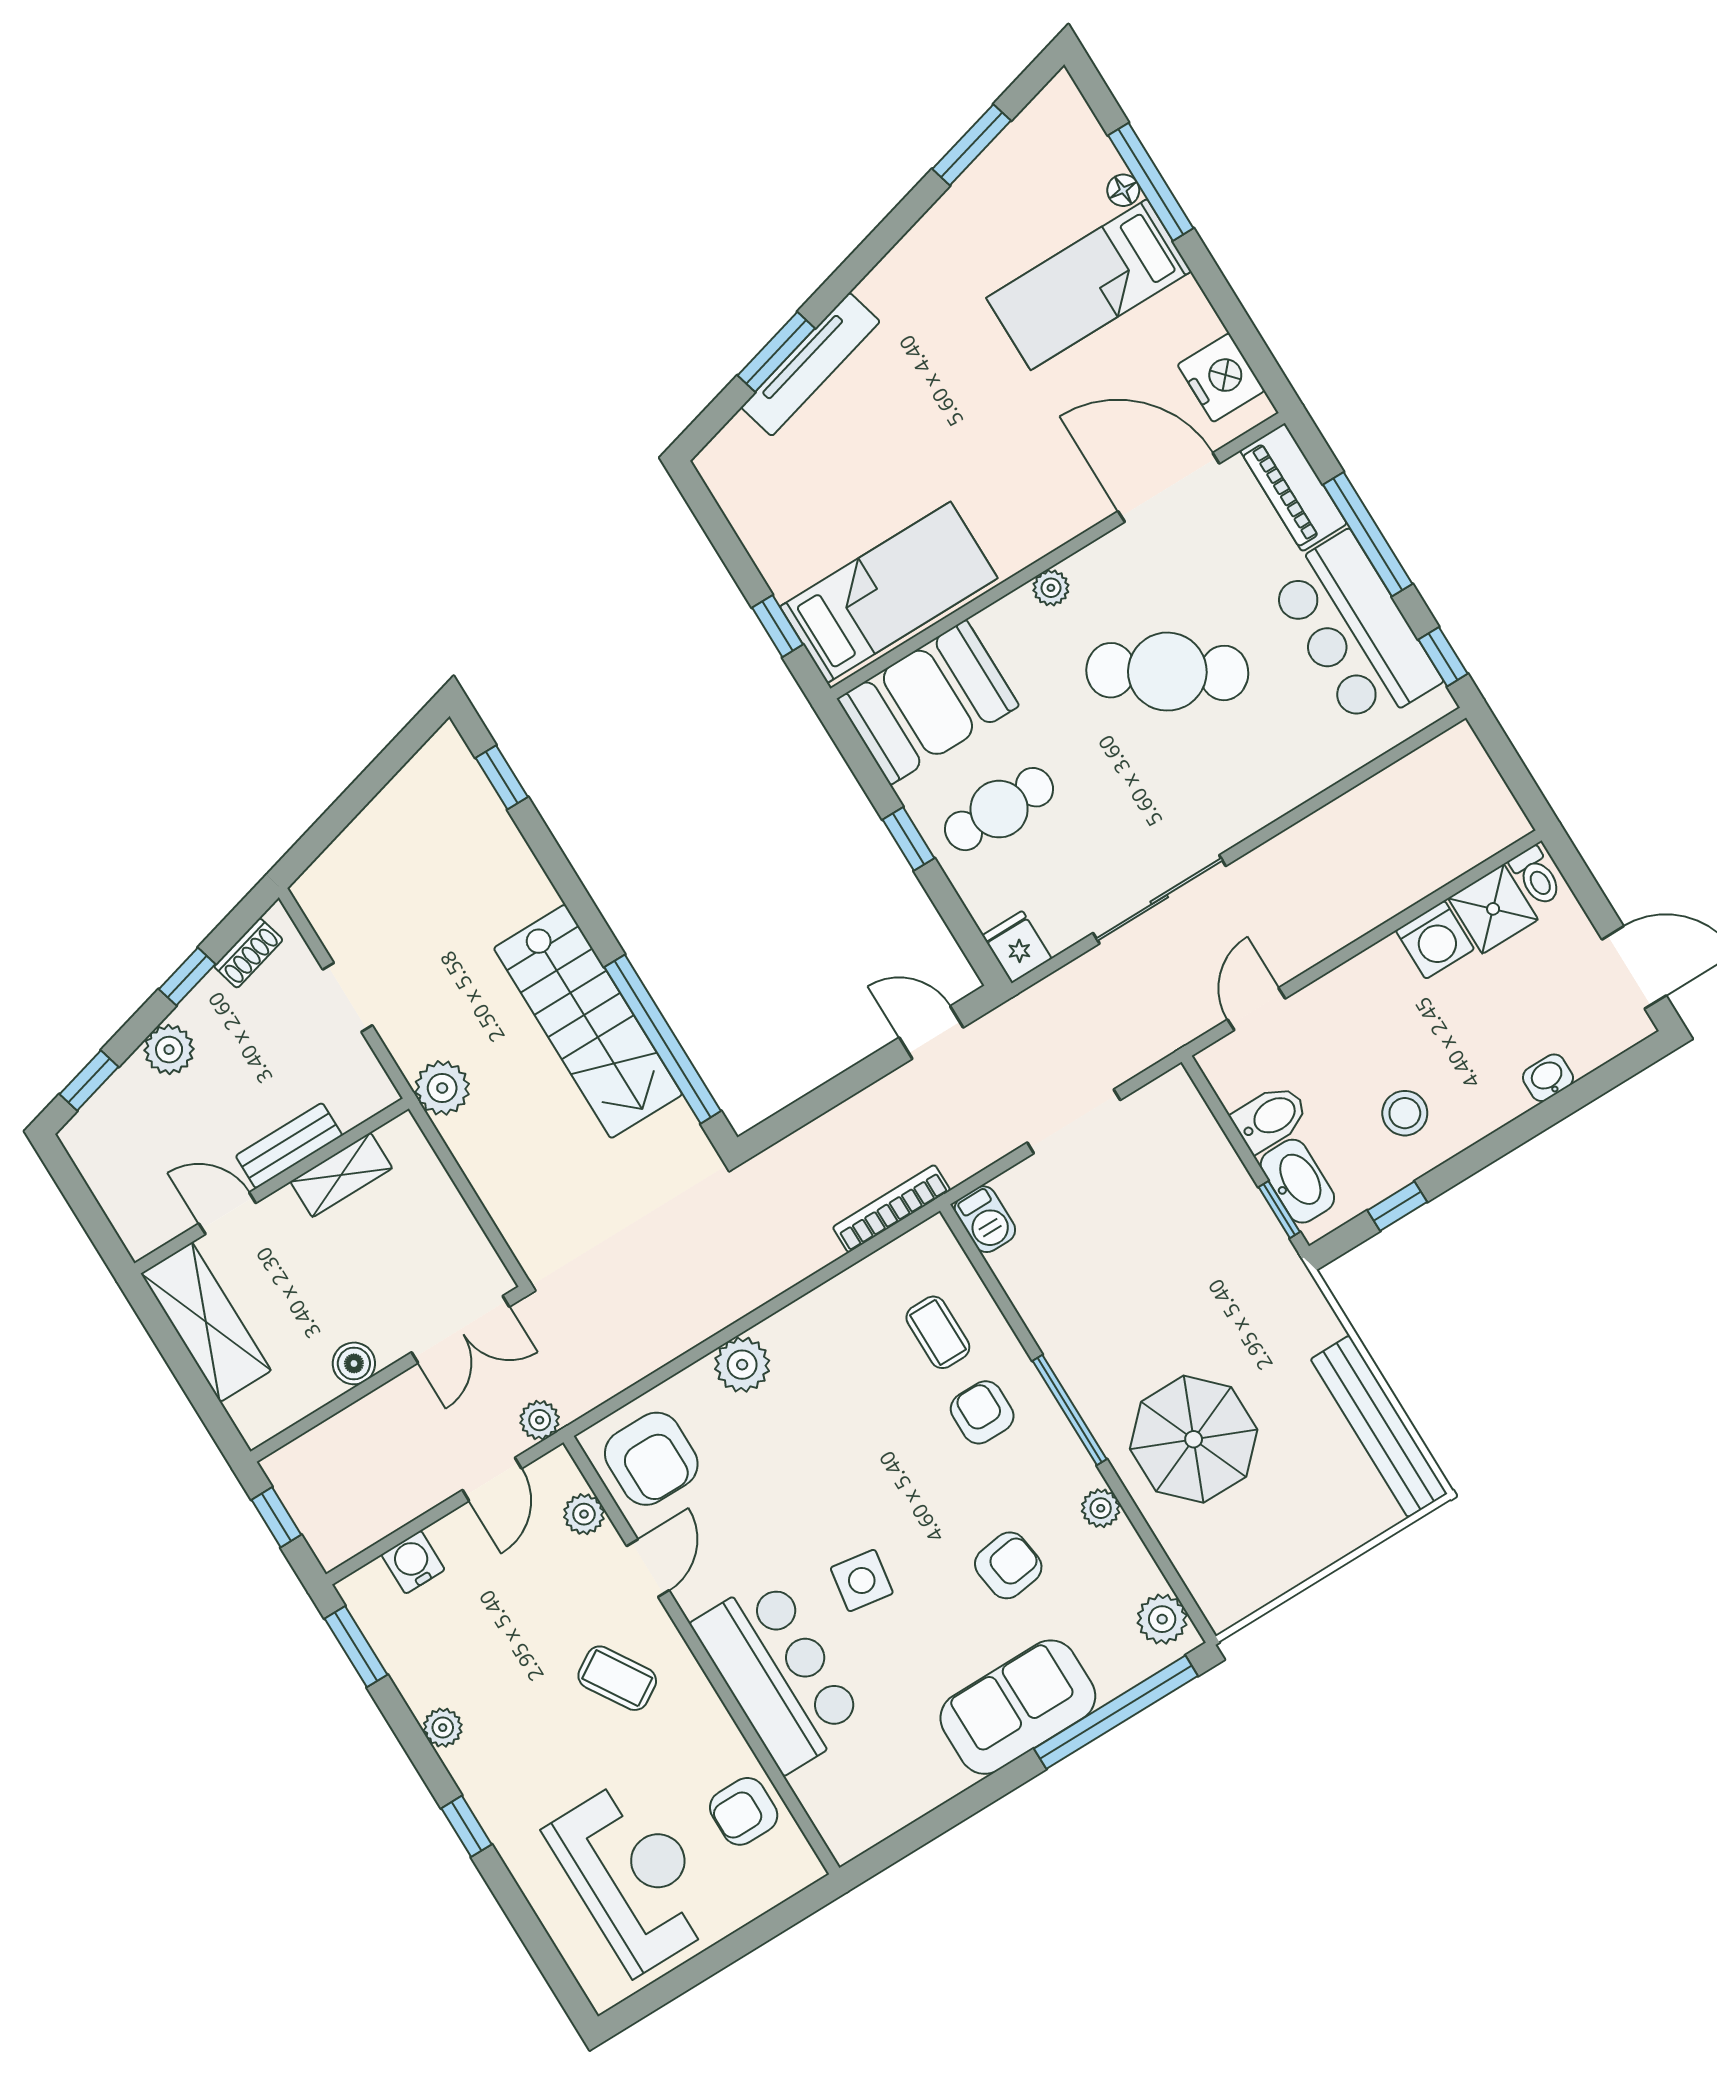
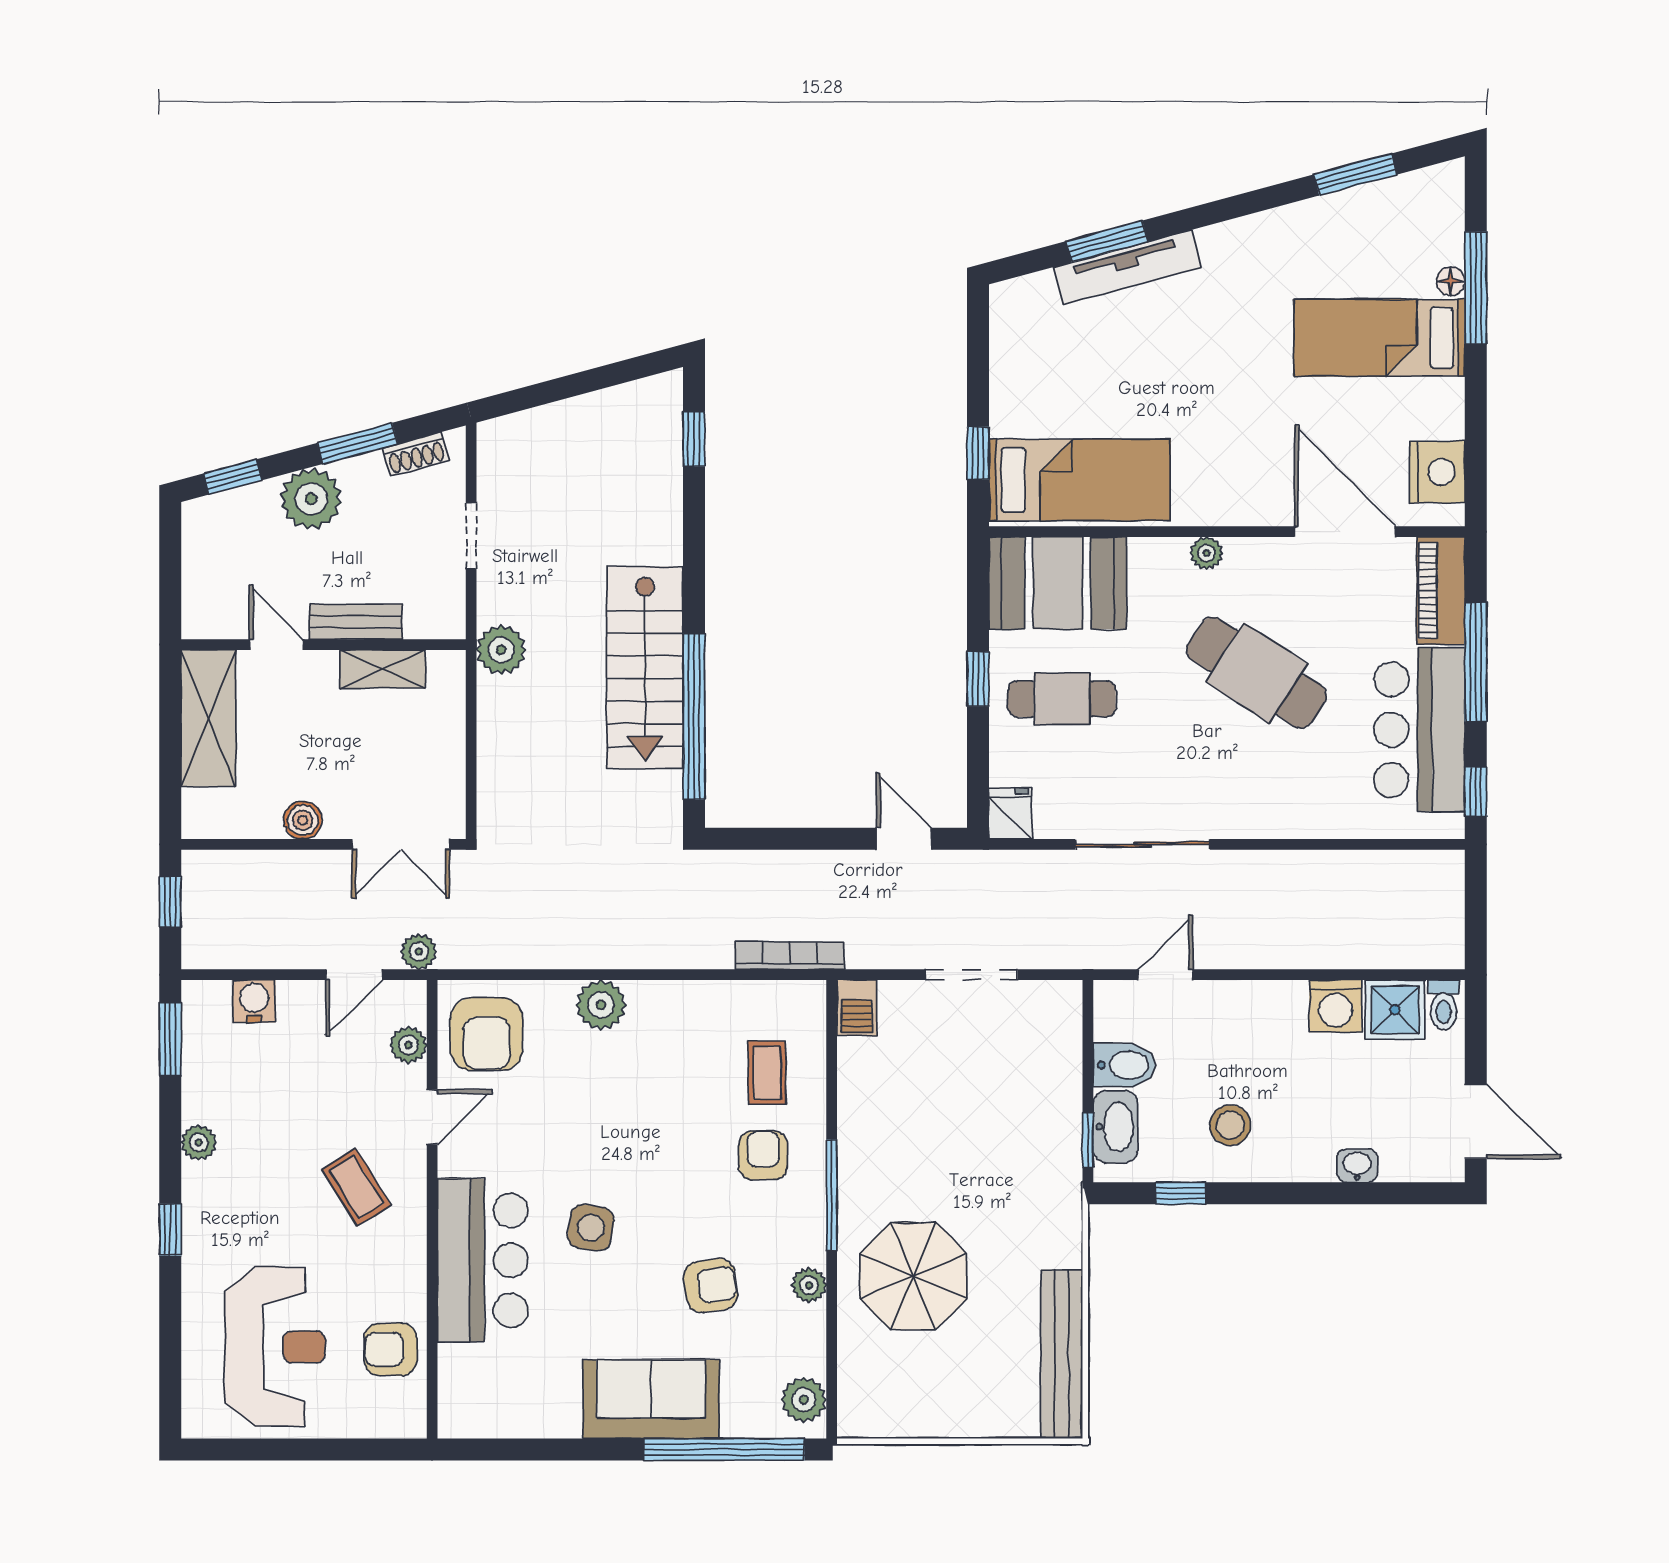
window: (187, 977) -> (357, 443), width x1.50
plant: (169, 1050) -> (311, 499), width x1.36, depth x1.36

